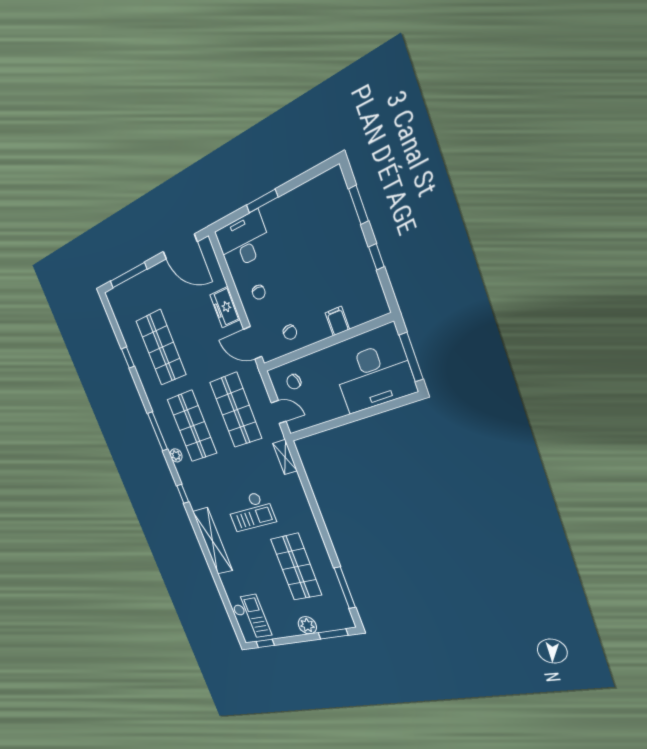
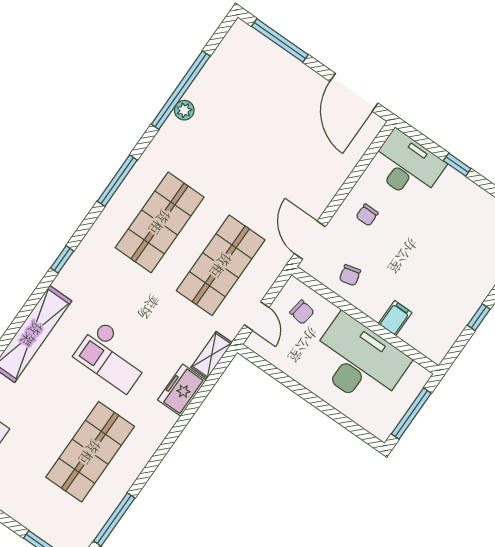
window: (262, 201) -> (457, 165), width x0.67
freezer: (225, 307) -> (182, 390), moved
shop shelf: (161, 348) -> (225, 129), removed
window: (128, 358) -> (181, 90), width x3.17
desk: (374, 377) -> (359, 361), moved, turned 180
chair: (294, 382) -> (302, 312), turned -153
plant: (176, 455) -> (184, 110), moved
plant: (307, 625) -> (27, 513), removed

